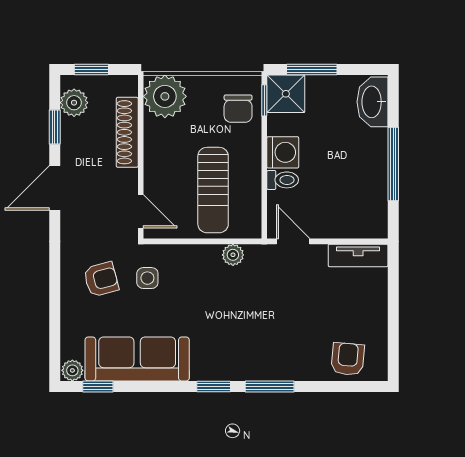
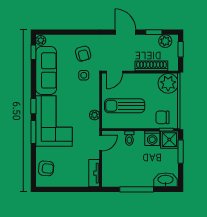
washing machine: (283, 152) -> (152, 138), moved
corner sofa: (246, 342) -> (54, 121), added

